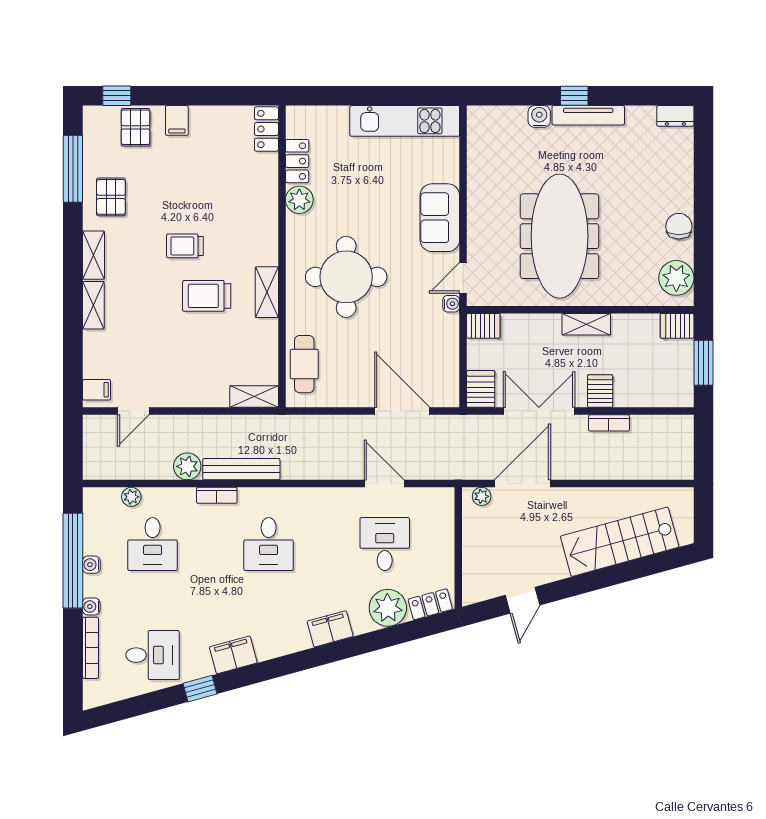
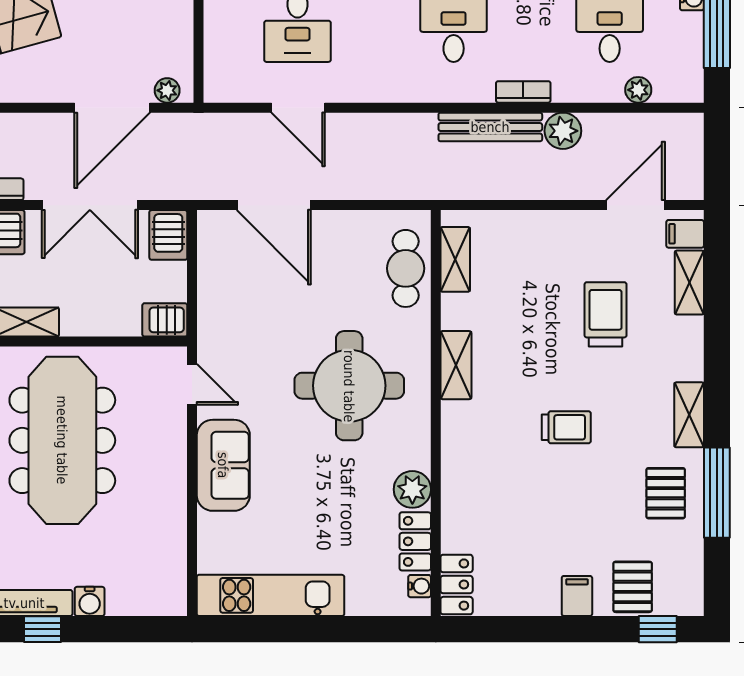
window: (73, 169) -> (717, 493), moved
door: (463, 278) -> (192, 384), hinge flipped
trolley: (207, 296) -> (606, 314), moved, turned -90
water cooler: (451, 304) -> (420, 586), moved, turned 180
shelving: (93, 305) -> (689, 283), moved
shelving: (254, 397) -> (455, 259), moved, turned 90
door: (133, 411) -> (636, 205), width x1.38

